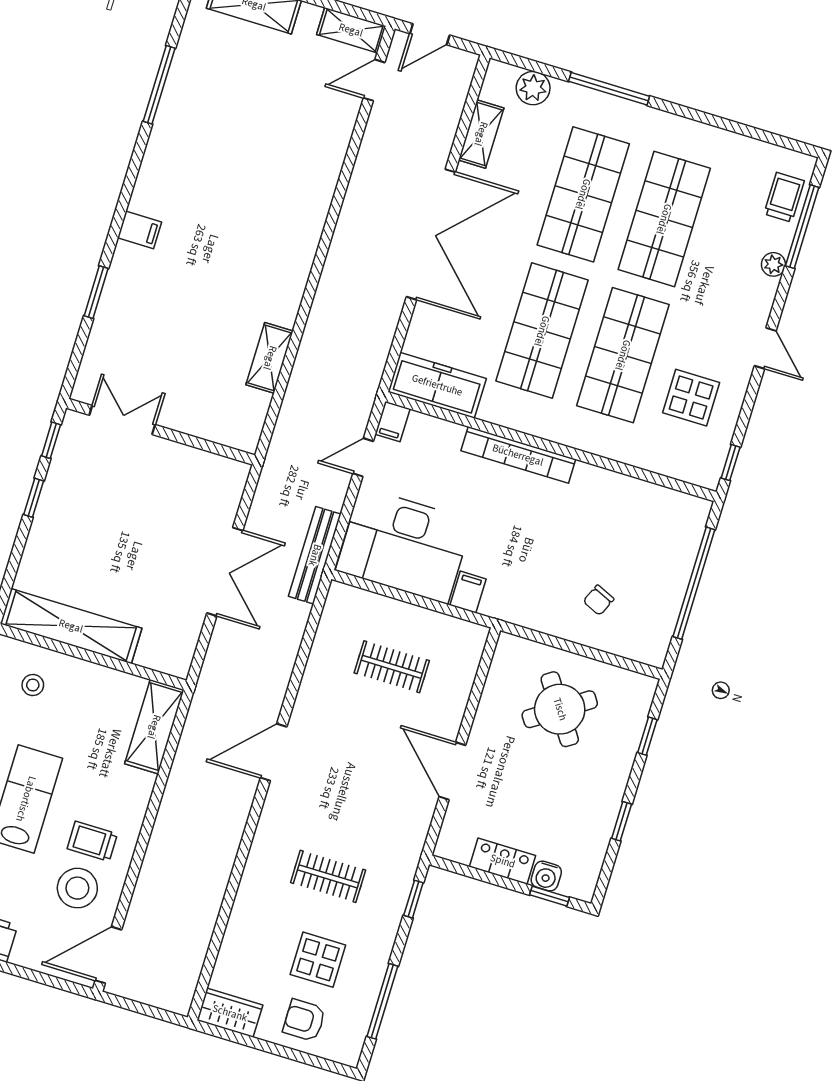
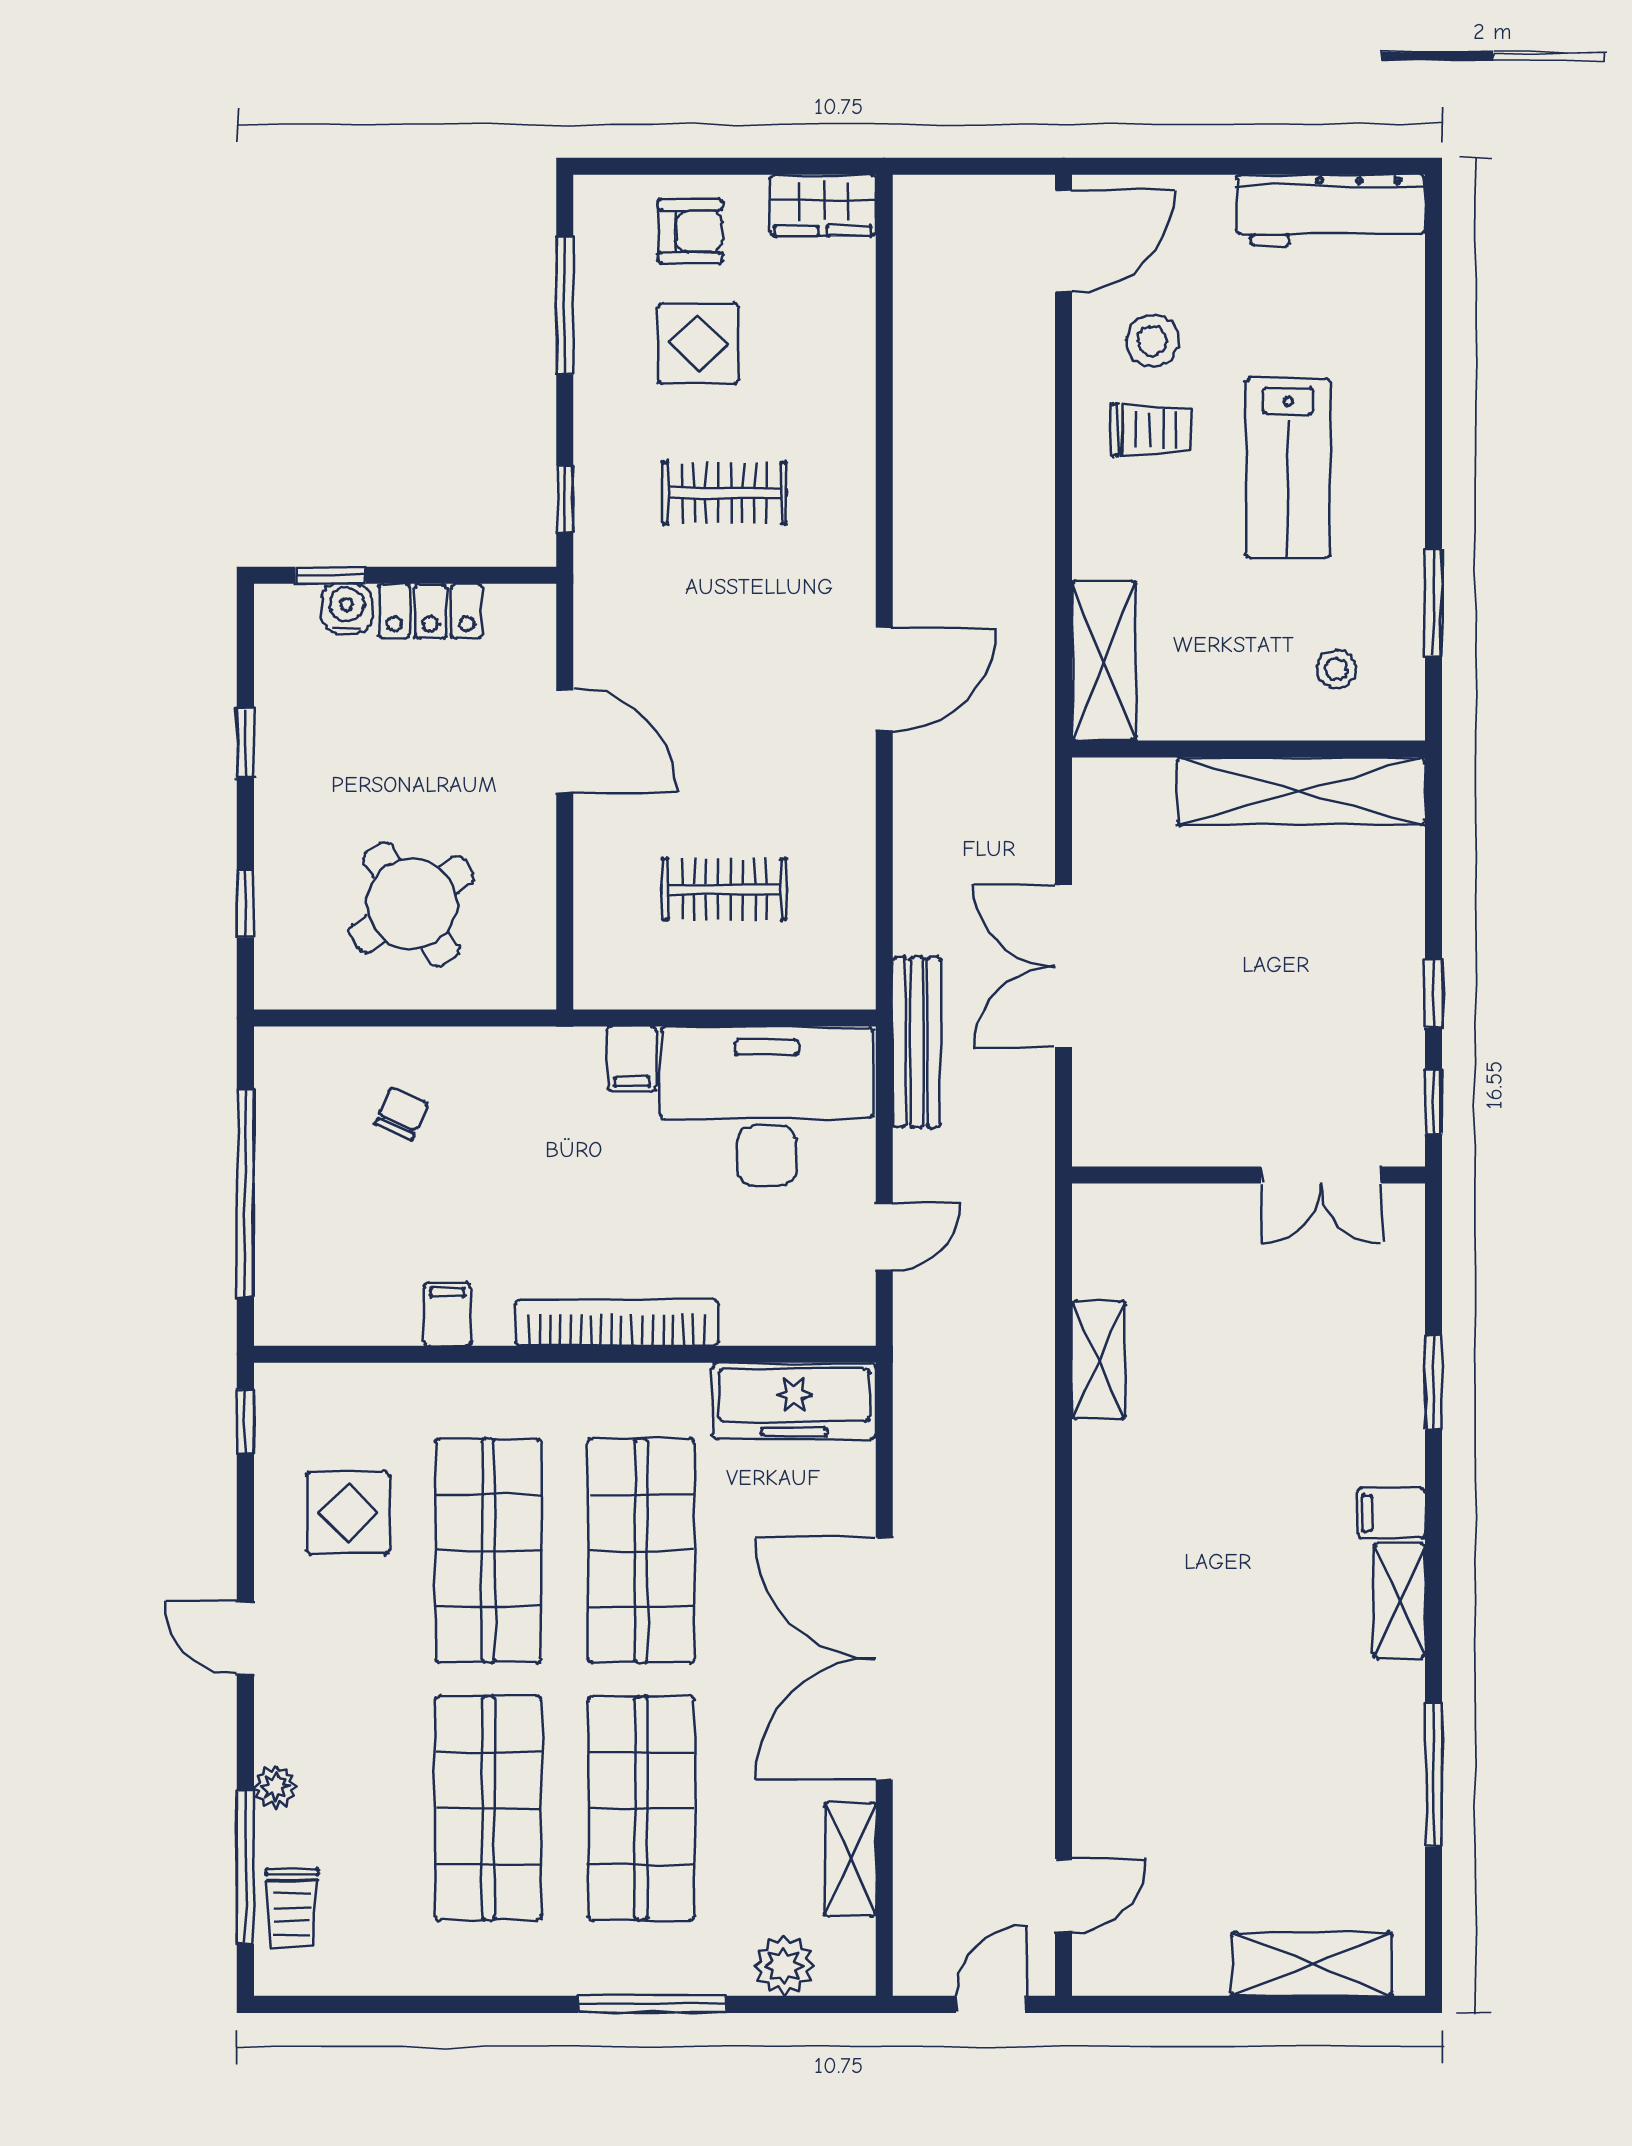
shelving: (351, 30) -> (1399, 1601), moved, turned 90
filing cabinet: (392, 422) -> (447, 1314), moved
stool: (77, 888) -> (1152, 341), width x0.73, depth x0.73

